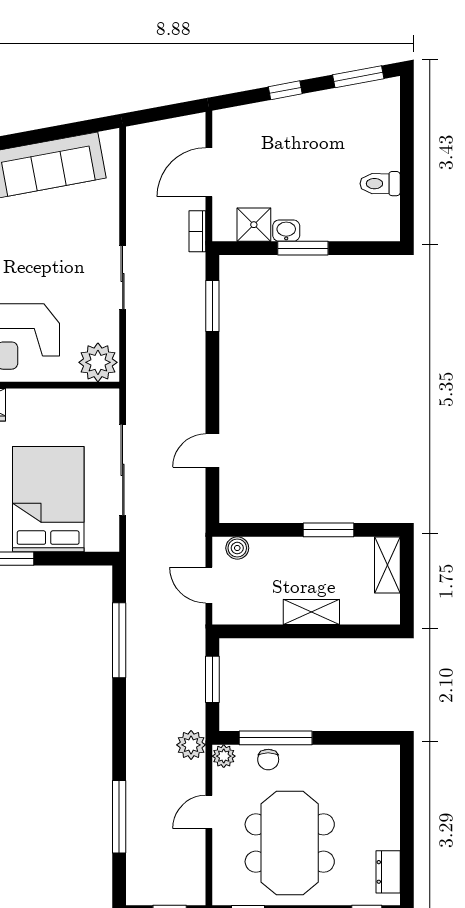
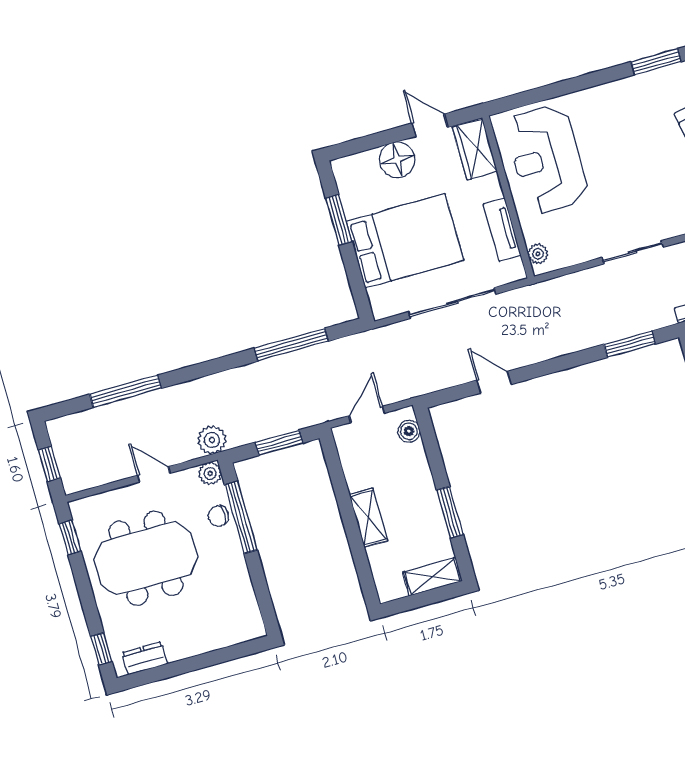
plant: (98, 362) -> (538, 254), width x0.53, depth x0.53
tv unit: (64, 400) -> (502, 230), added

